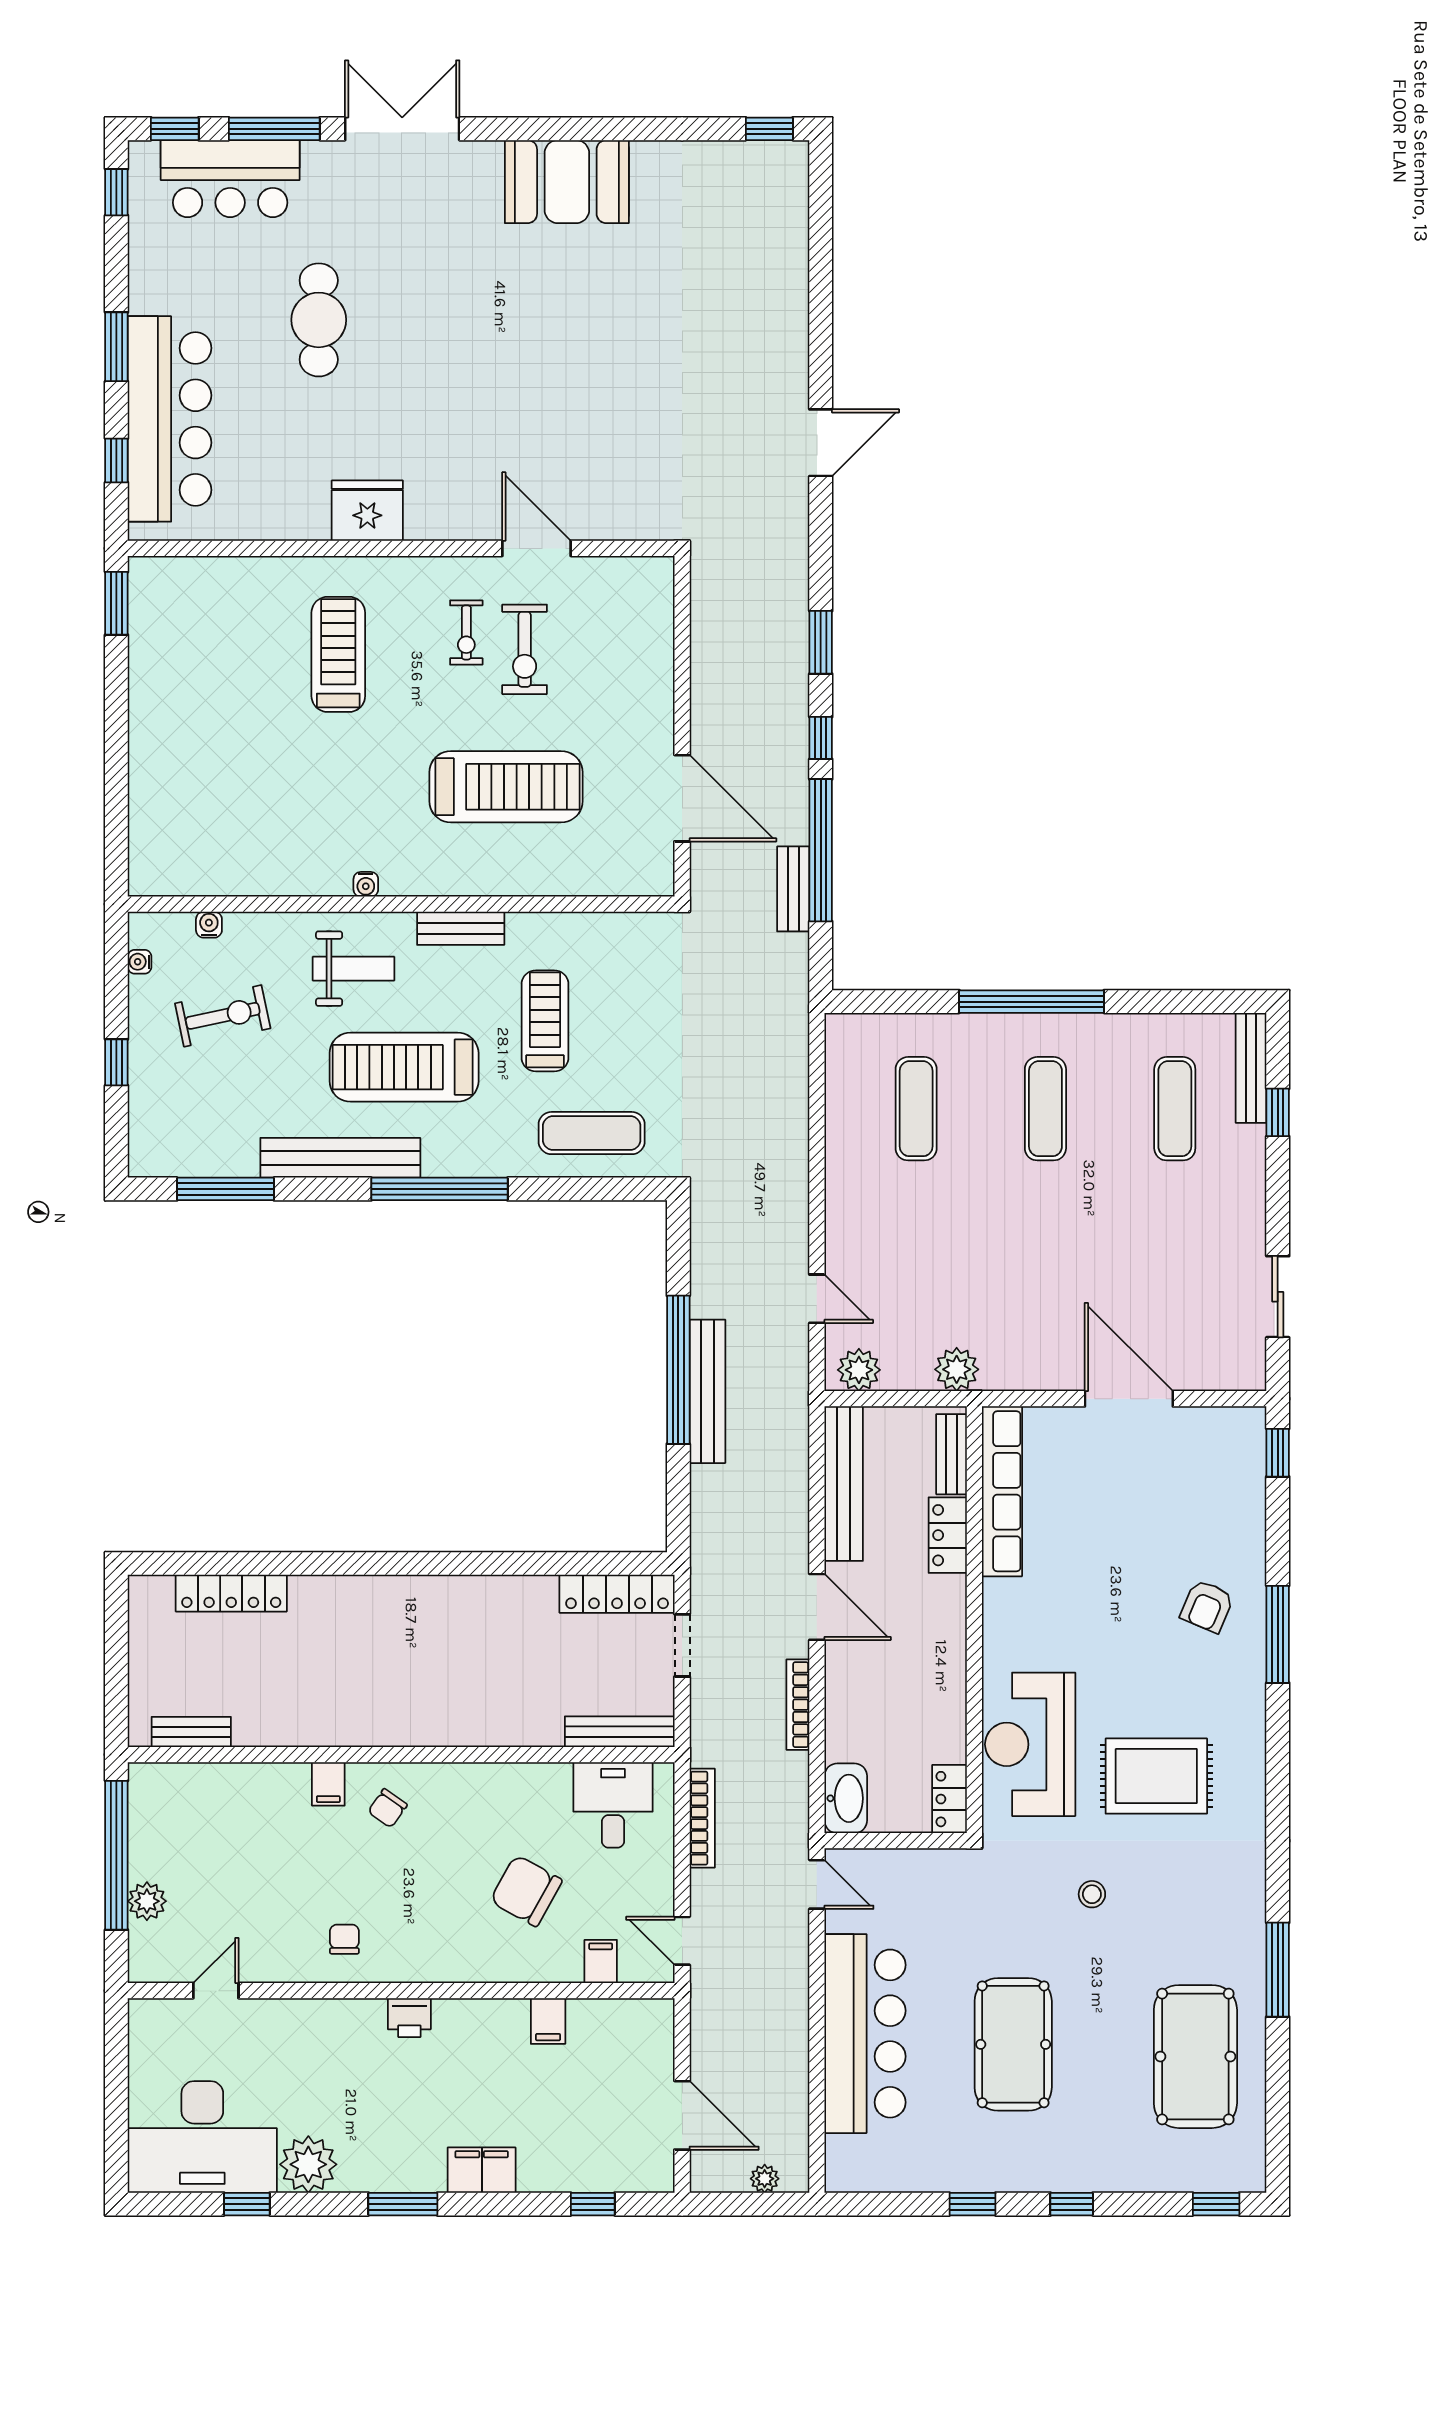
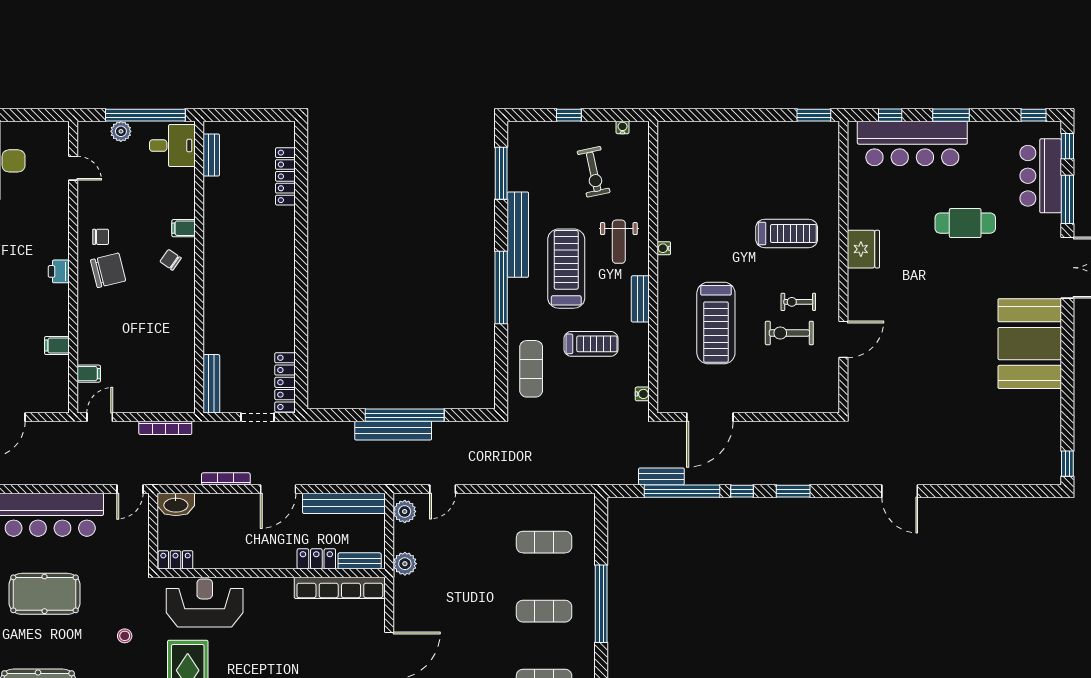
booth: (567, 182) -> (1030, 344), width x1.36, depth x1.42
water cooler: (209, 925) -> (642, 394), moved
desk: (613, 1805) -> (172, 146), moved
chair: (526, 1891) -> (108, 270), moved, turned 47

